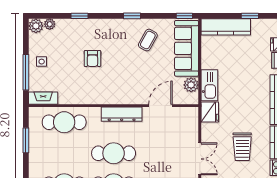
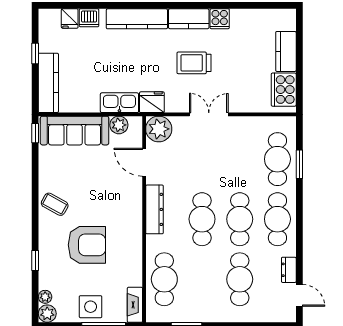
window: (132, 16) -> (35, 197), removed
coffee table: (148, 40) -> (55, 204), moved
armchair: (92, 59) -> (87, 245), width x1.88, depth x1.88
side table: (42, 62) -> (91, 307), width x1.87, depth x1.87
plant: (188, 118) -> (159, 129), added
trolley: (242, 147) -> (194, 63), turned 180

